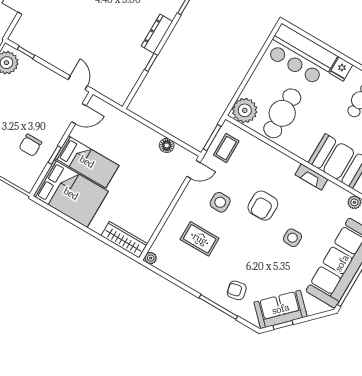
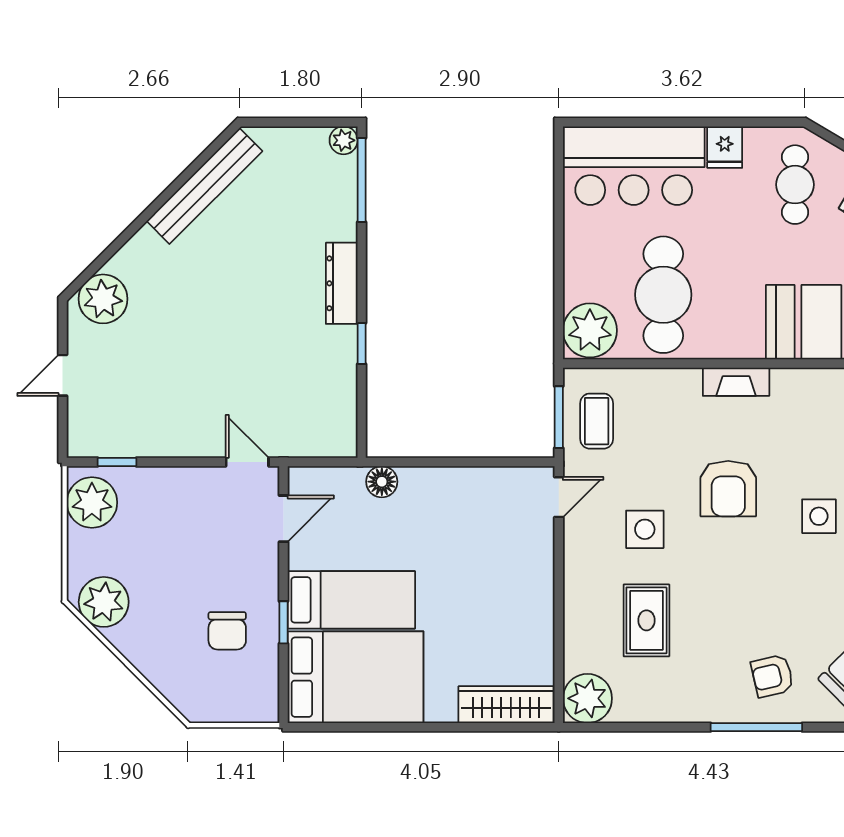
floor lamp: (167, 145) -> (382, 482), moved
fireplace: (311, 177) -> (736, 382), moved
rug: (200, 239) -> (646, 620), turned 90
plant: (151, 258) -> (587, 698), width x1.87, depth x1.87

